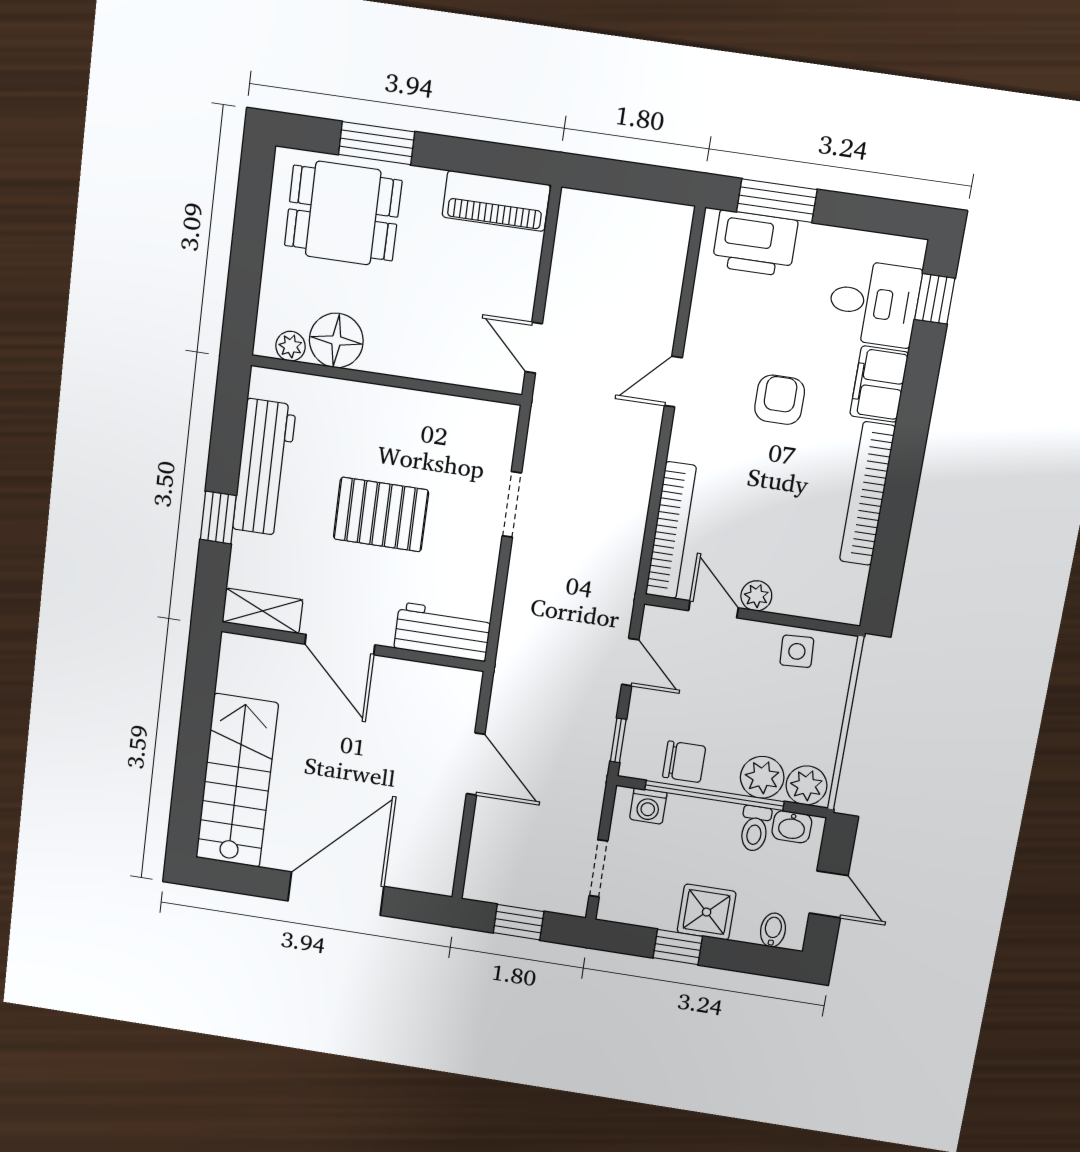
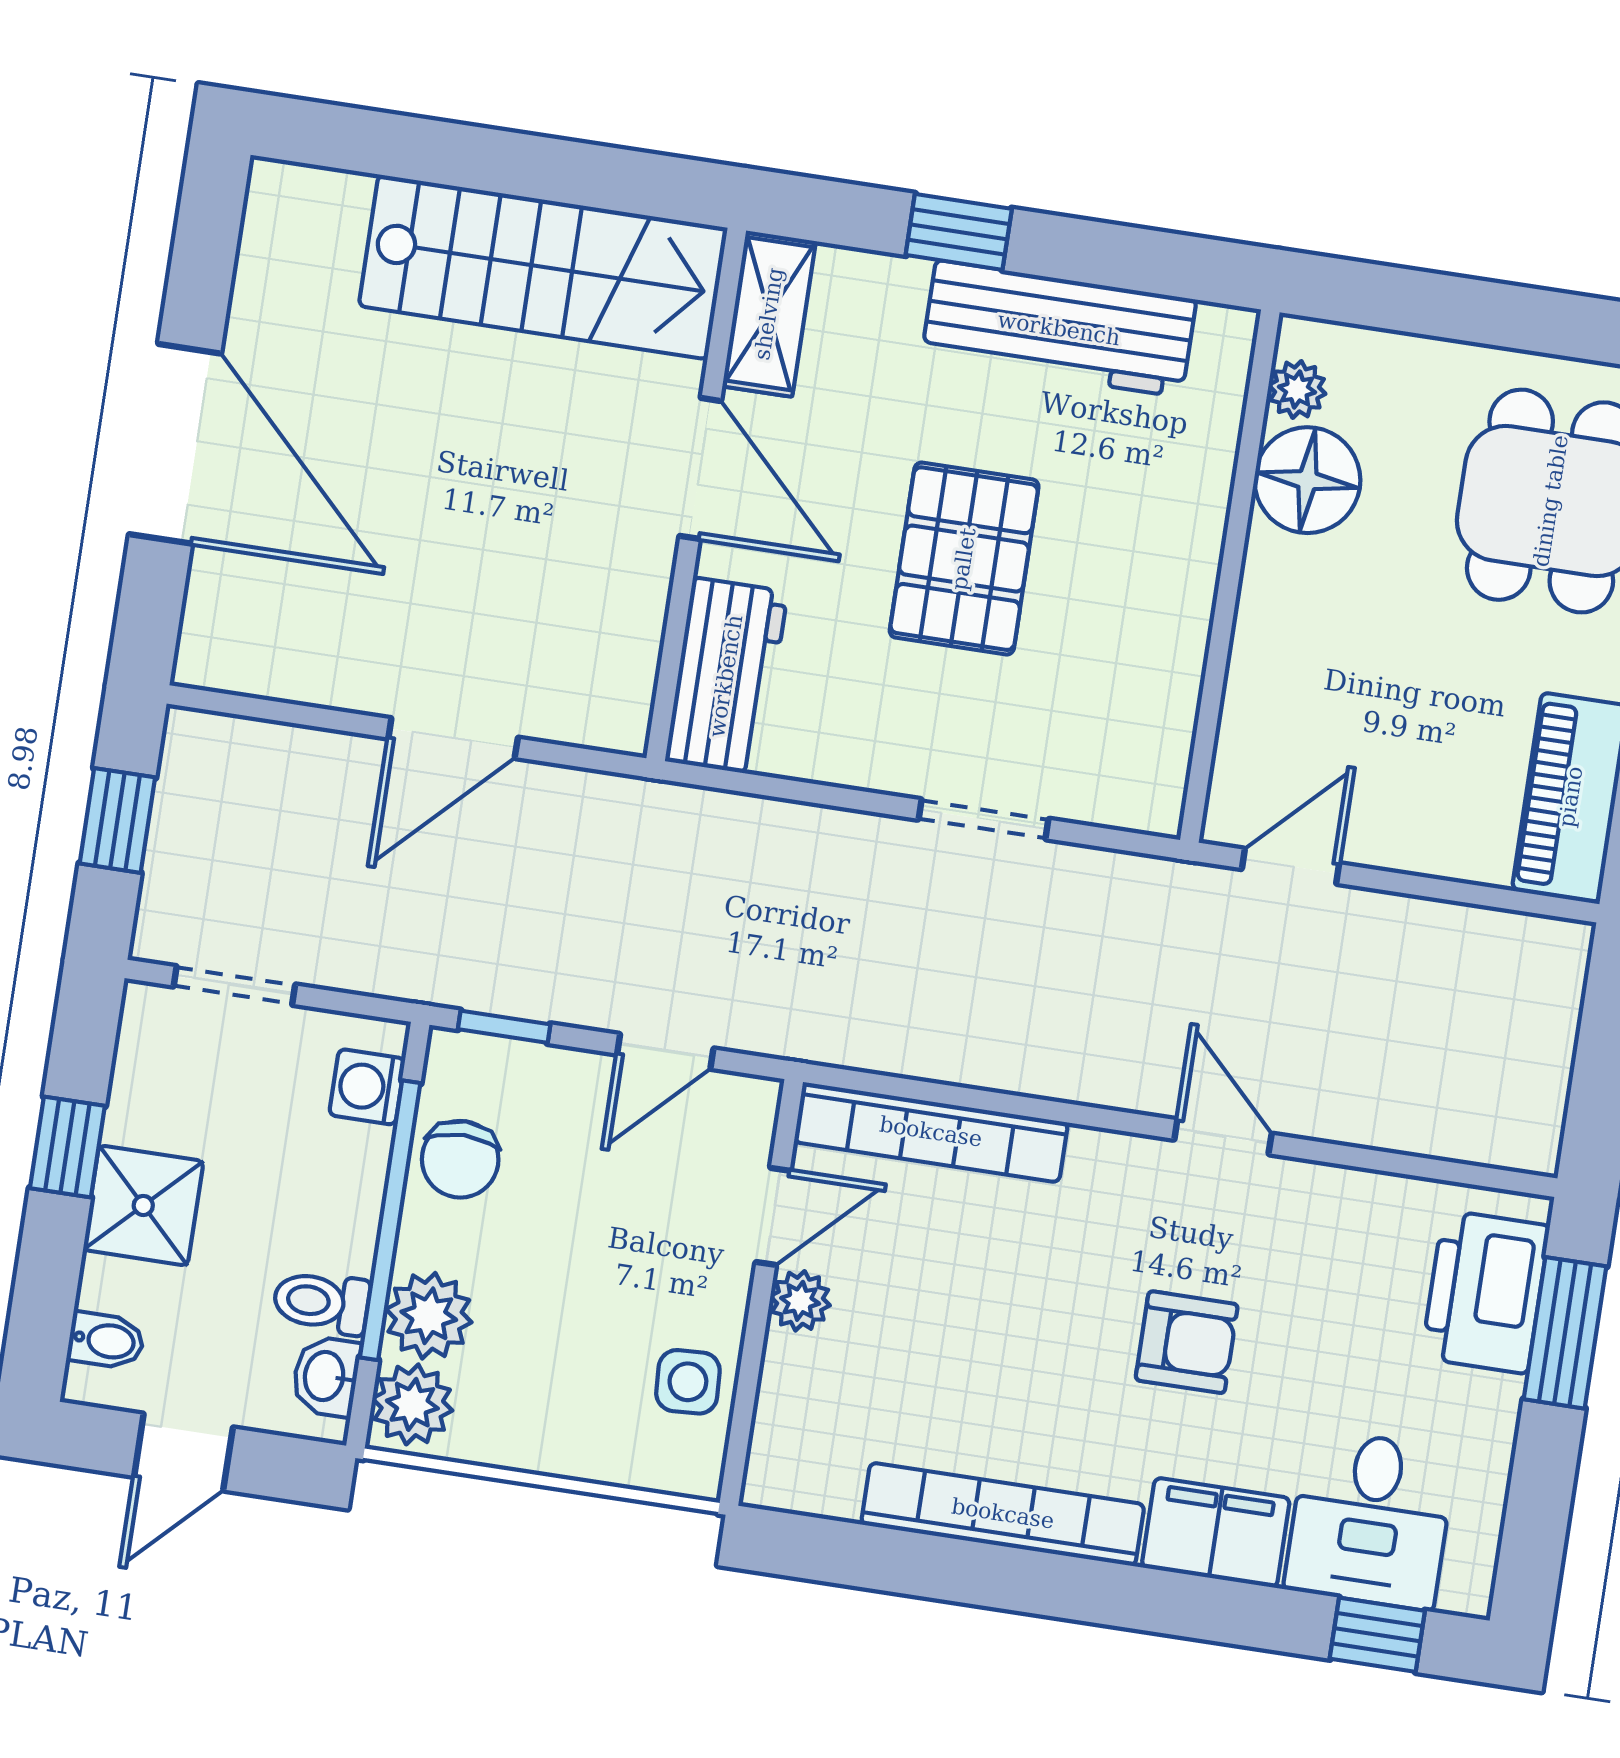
door: (340, 645) -> (700, 468), swing flipped
stairs: (237, 781) -> (543, 267), moved

